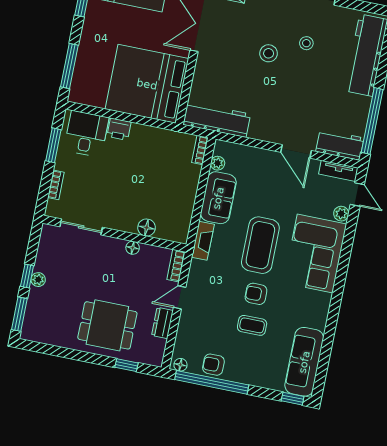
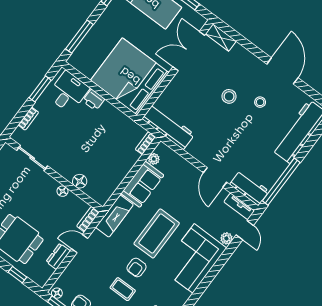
fireplace: (203, 241) -> (114, 216), width x1.37, depth x1.32
armchair: (256, 294) -> (137, 267), turned -90

